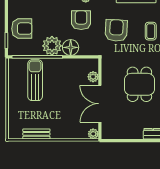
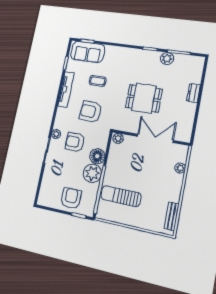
plant: (93, 77) -> (118, 138), moved
double door: (100, 104) -> (155, 138), swing flipped
bench: (36, 134) -> (172, 216), moved
plant: (93, 134) -> (180, 168), moved

